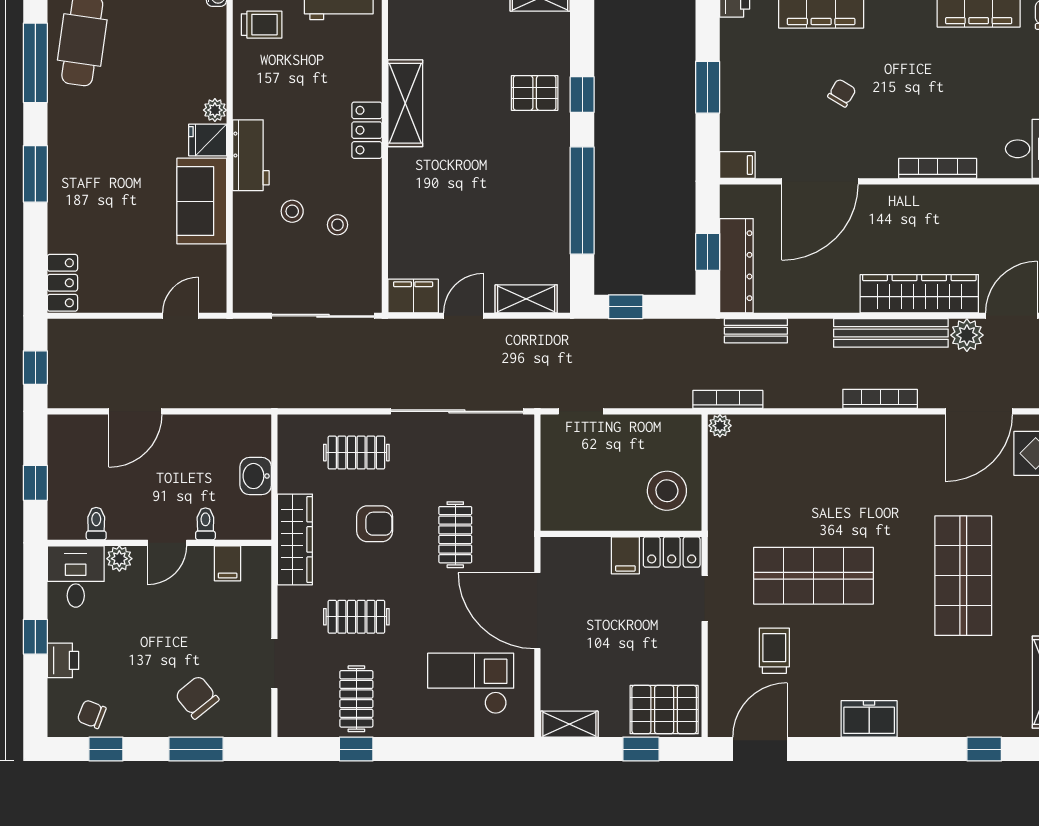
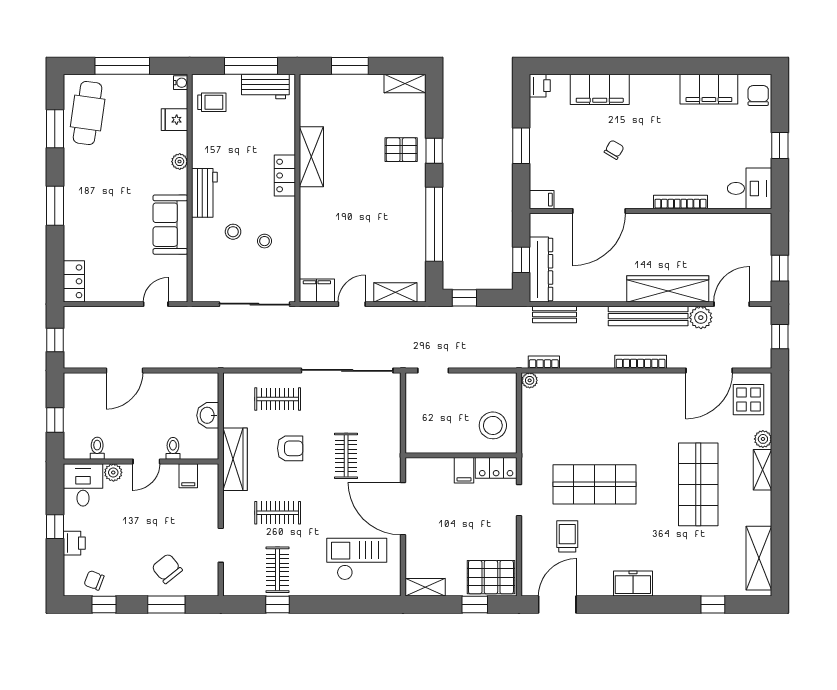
window: (35, 63) -> (55, 129), width x0.69
fridge: (208, 140) -> (174, 120), moved
bookcase: (728, 399) -> (544, 362), width x0.64

